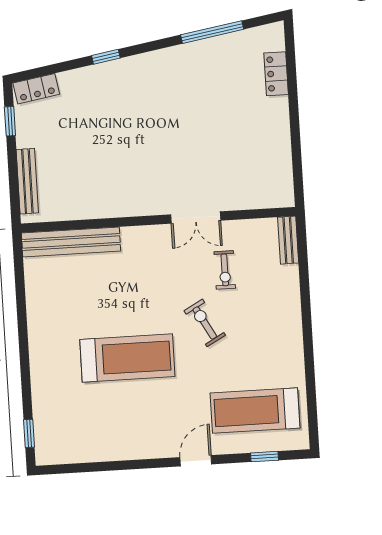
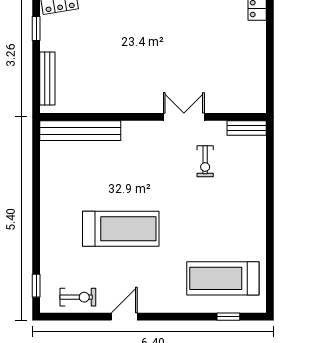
double door: (196, 218) -> (184, 117), swing flipped
bench: (288, 240) -> (247, 128), moved, turned 90
exercise bike: (205, 323) -> (78, 297), moved, turned 119
door: (196, 461) -> (124, 317), moved

